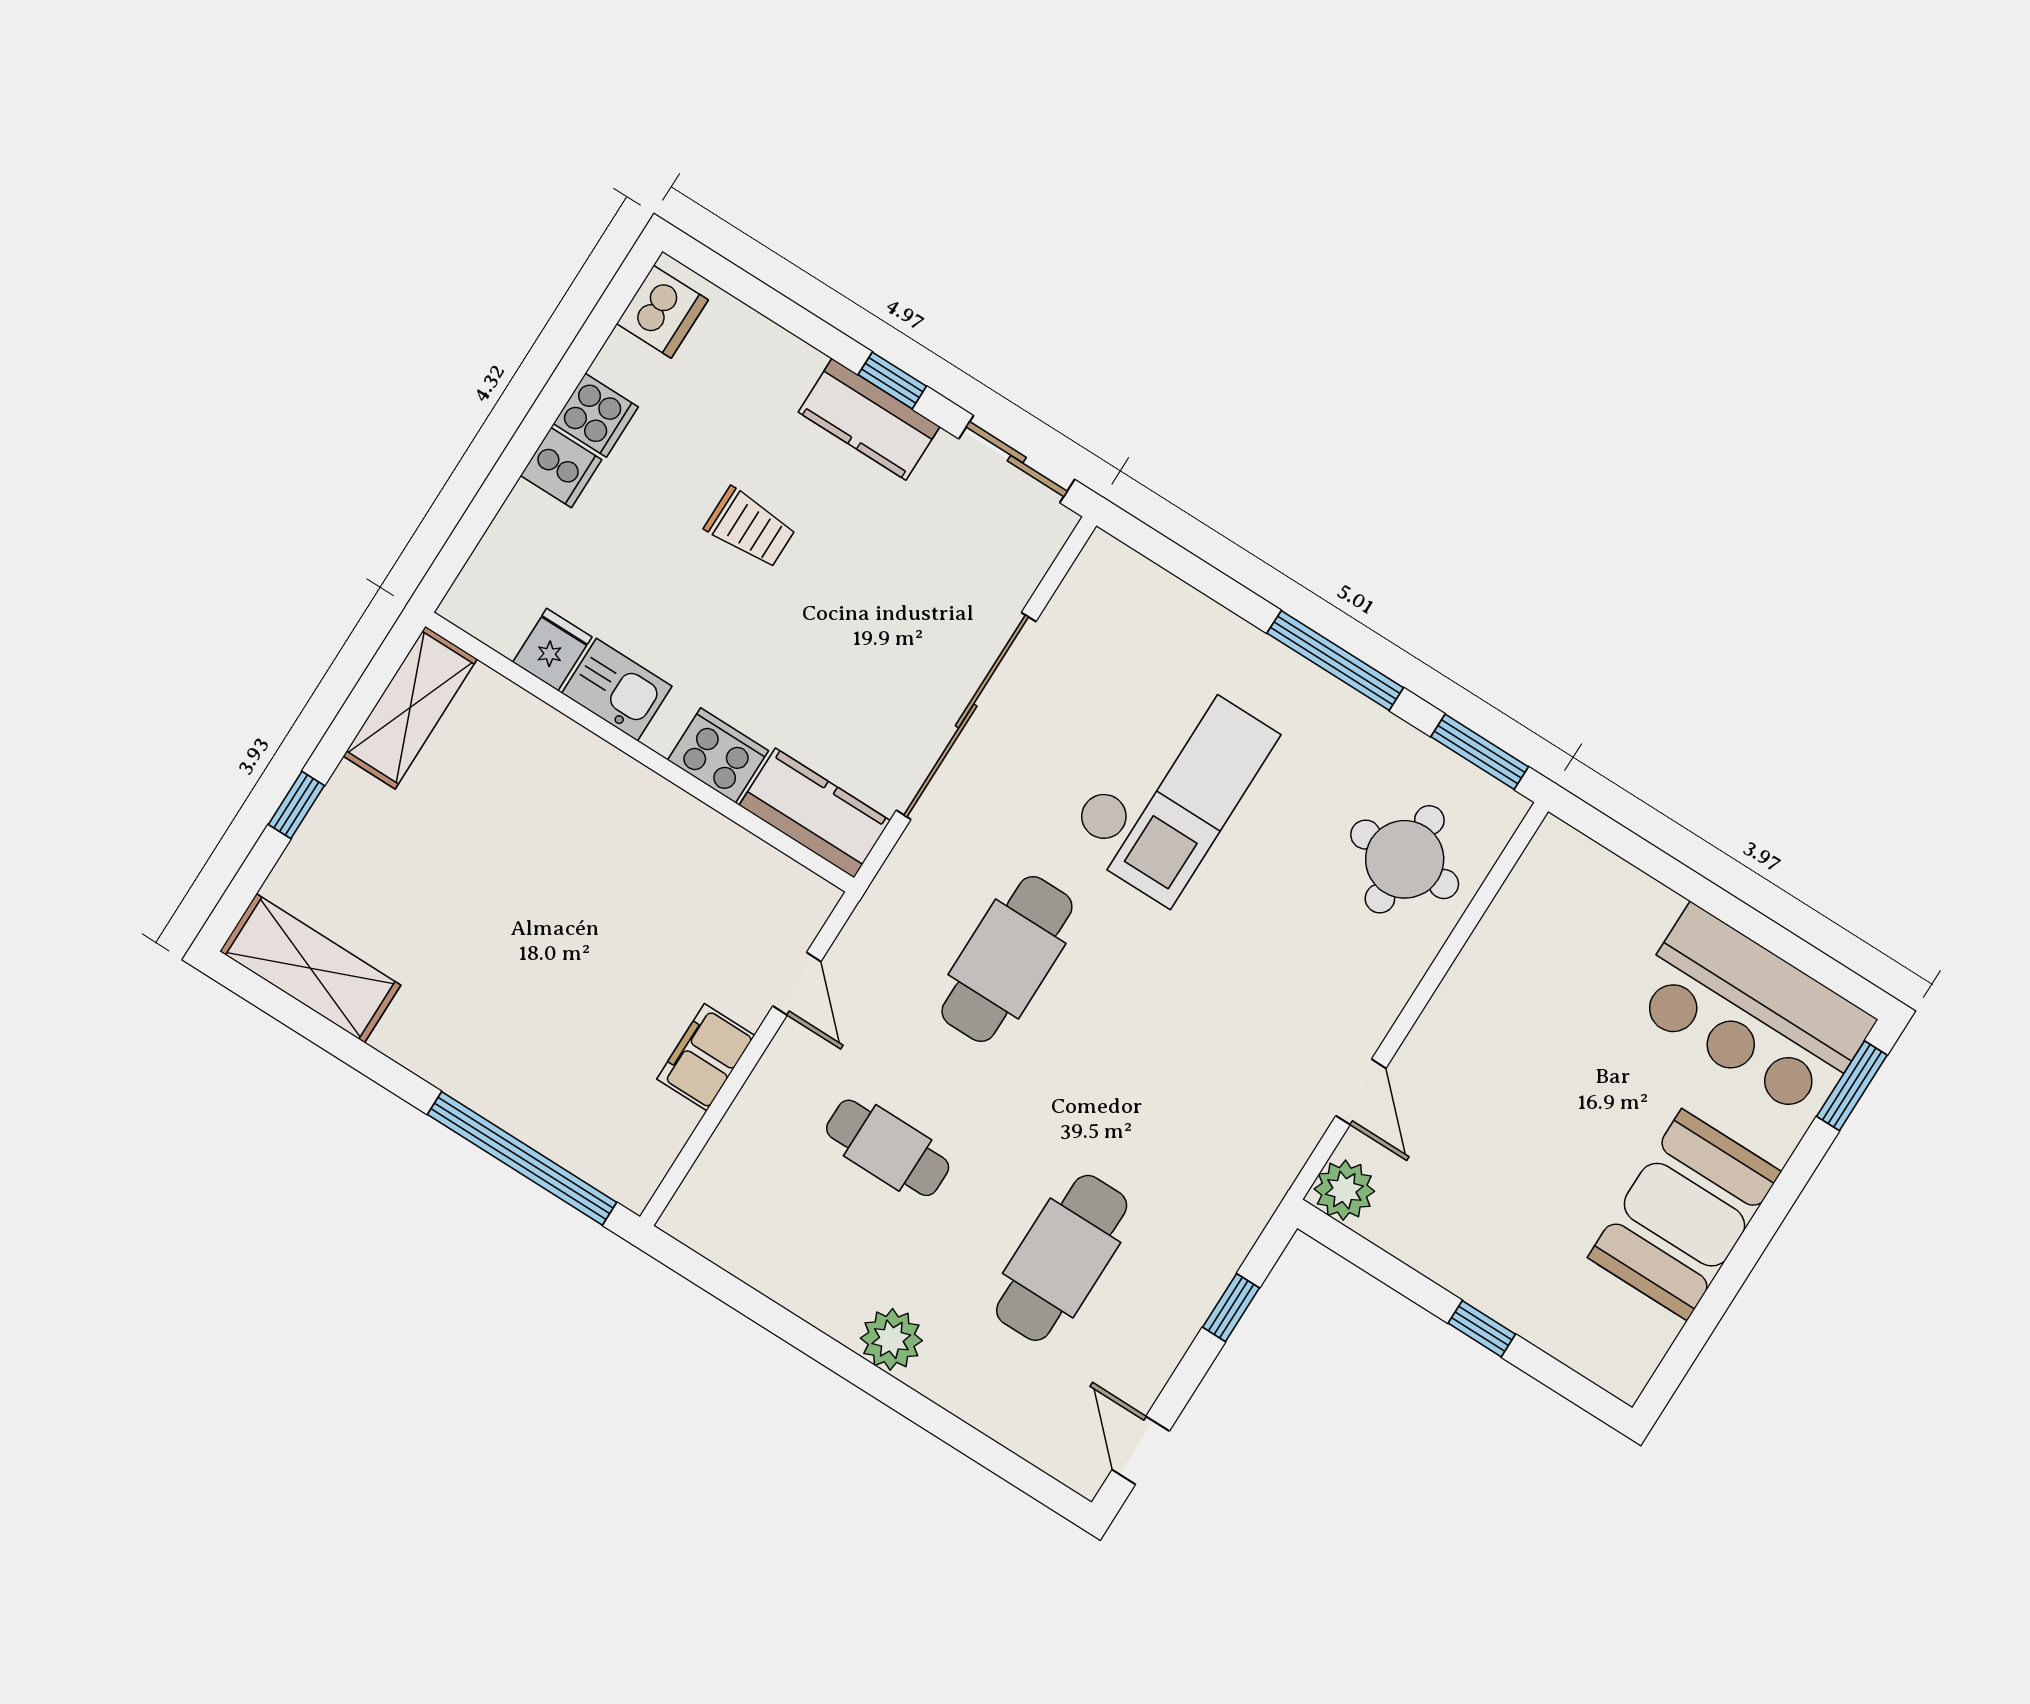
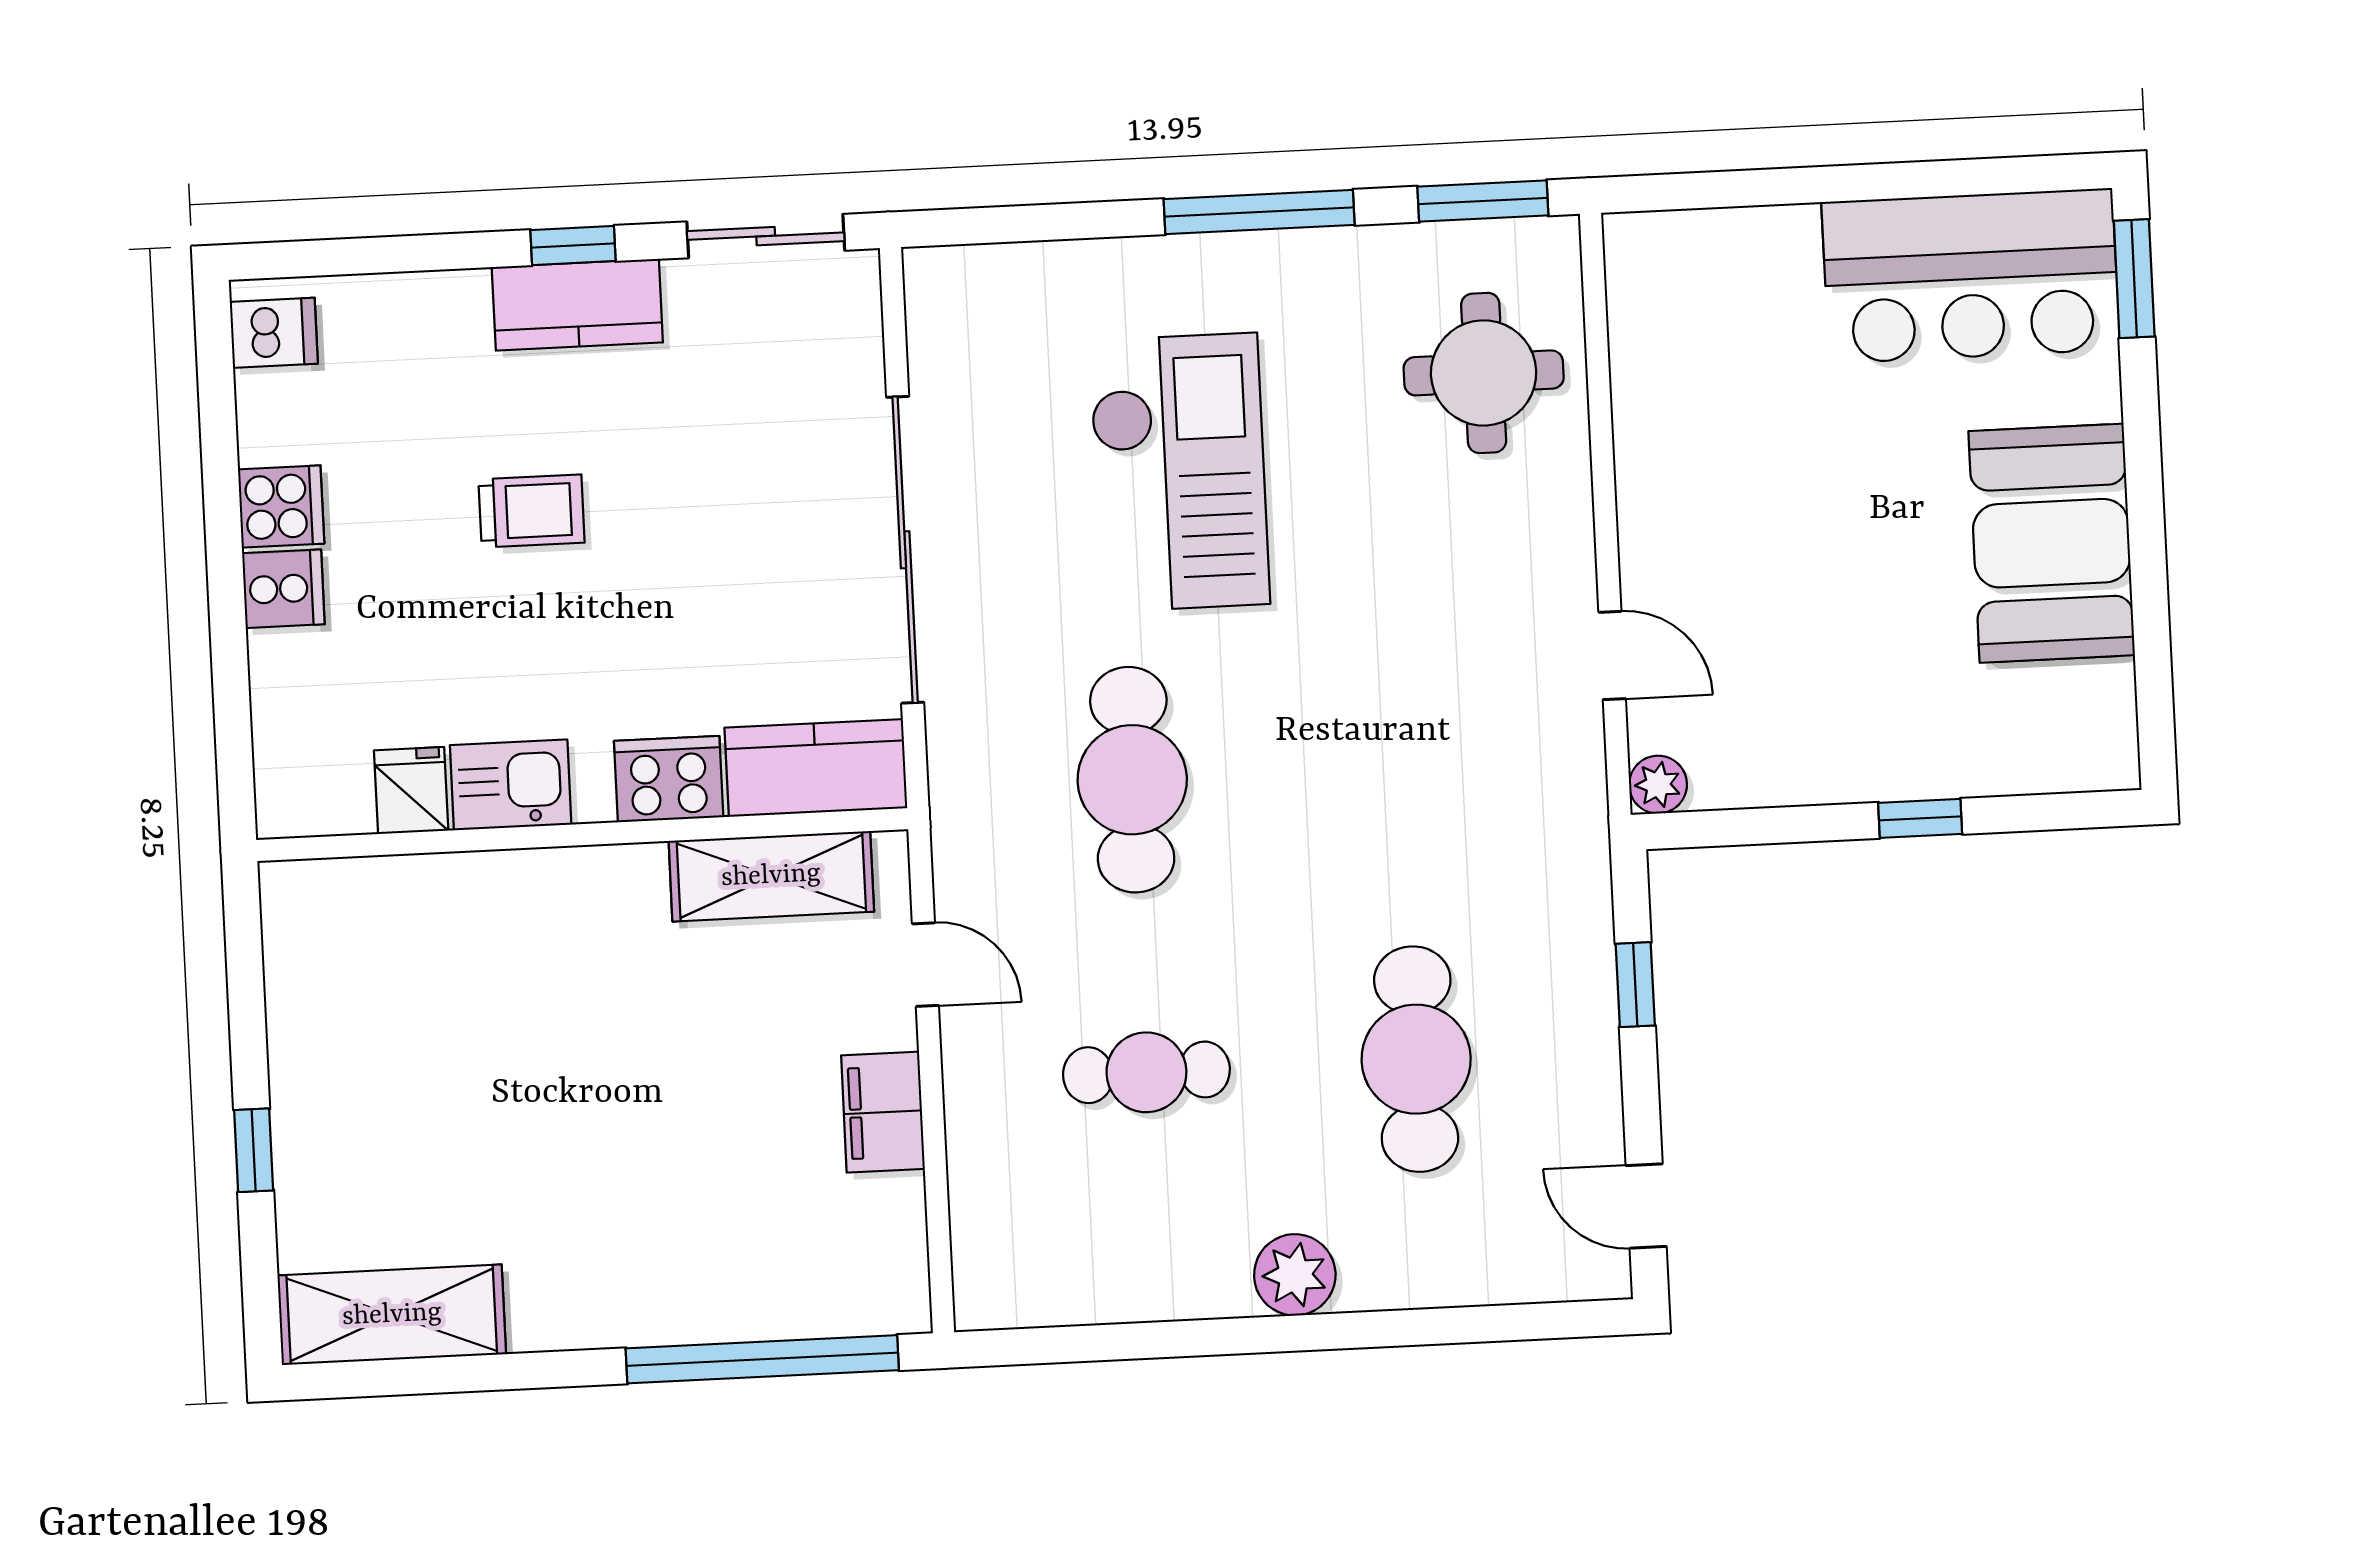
dishwasher: (662, 312) -> (274, 333), width x0.73
shelving: (410, 708) -> (771, 876), moved, turned 90
plant: (1344, 1190) -> (1658, 785), width x0.73, depth x0.73

